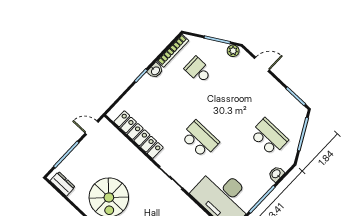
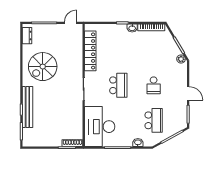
door: (262, 64) -> (188, 93), moved
school desk: (198, 70) -> (154, 85), moved, turned 180
door: (92, 128) -> (71, 23), hinge flipped

